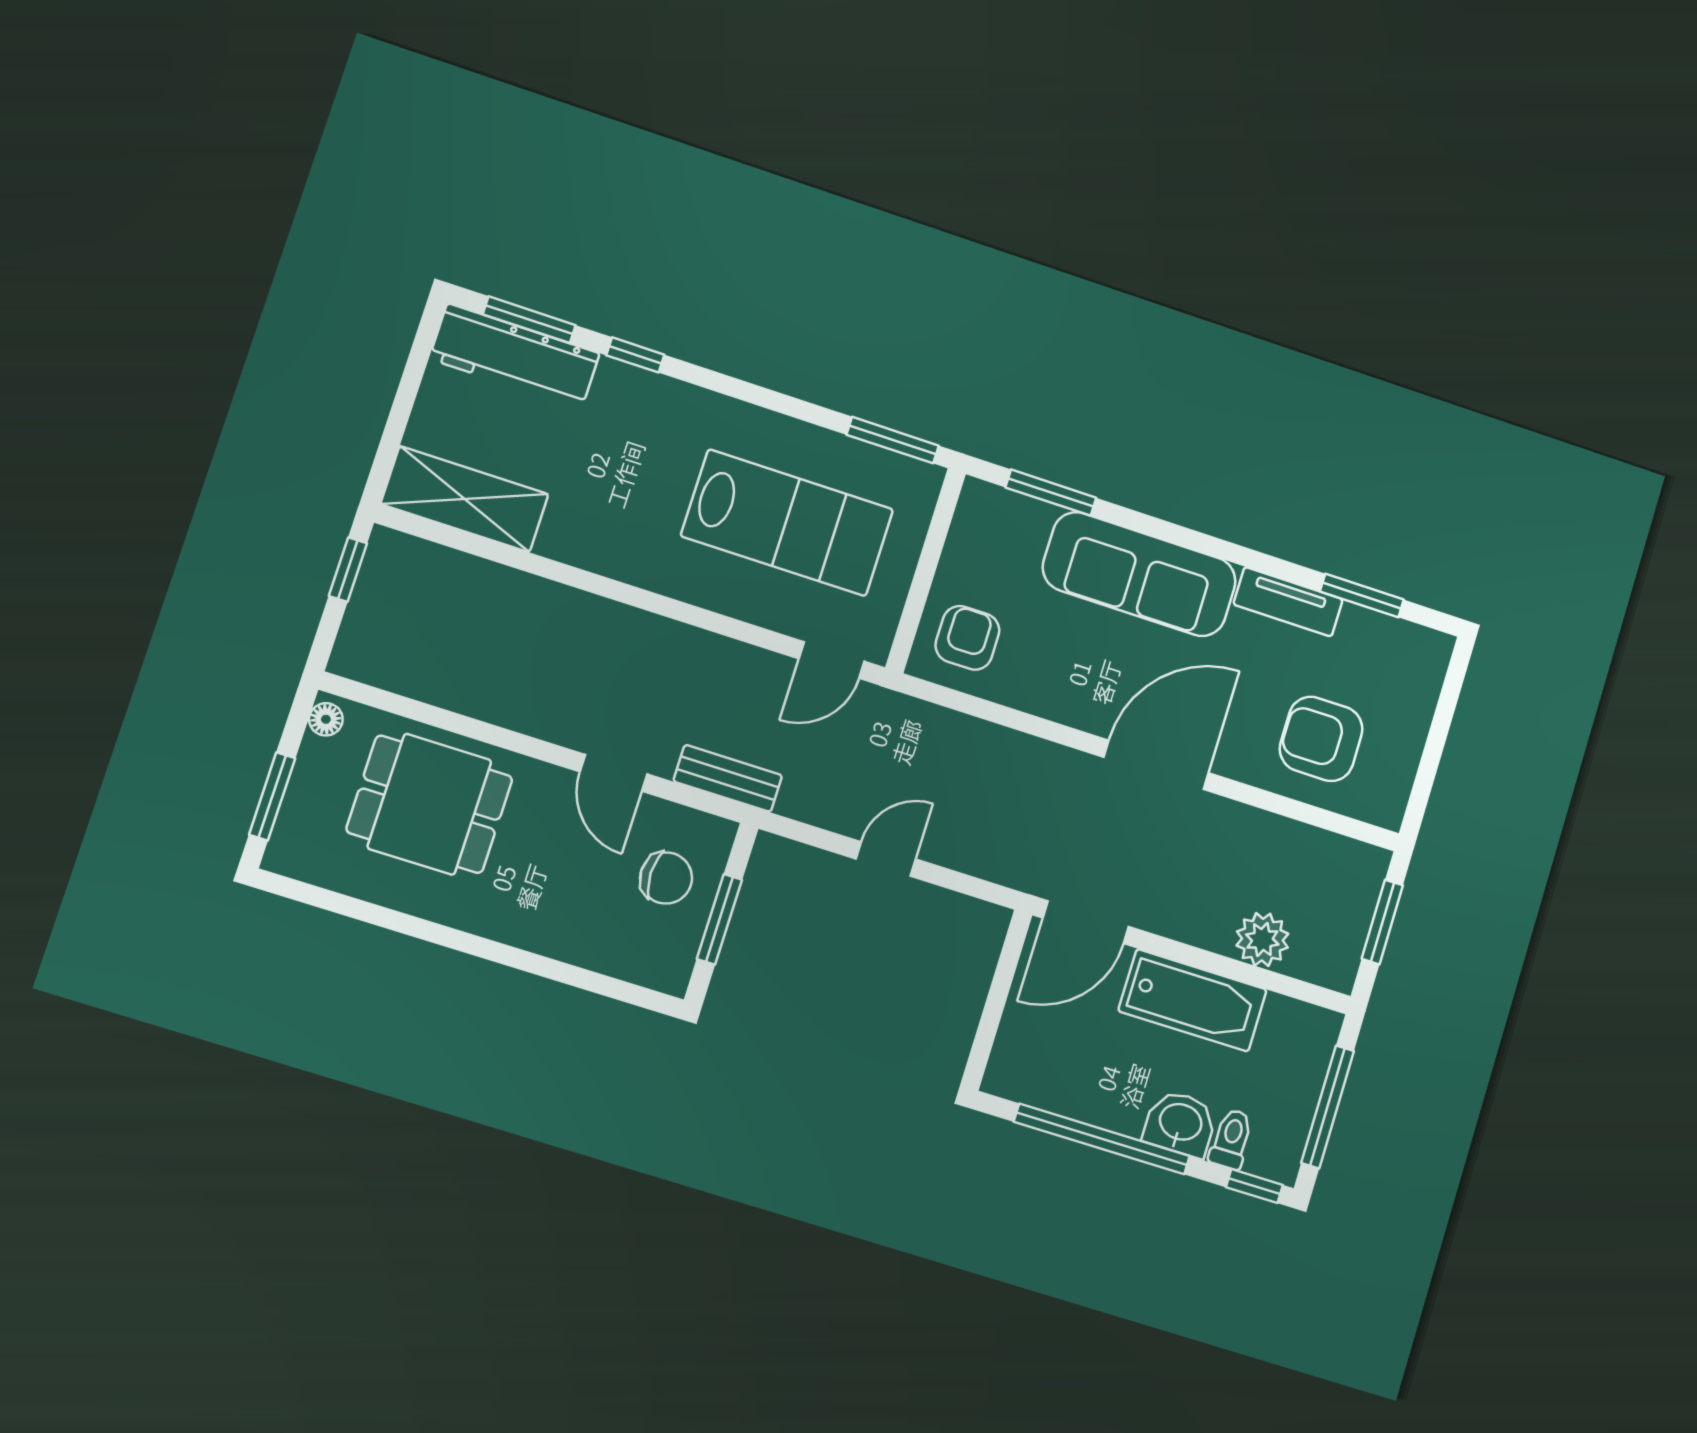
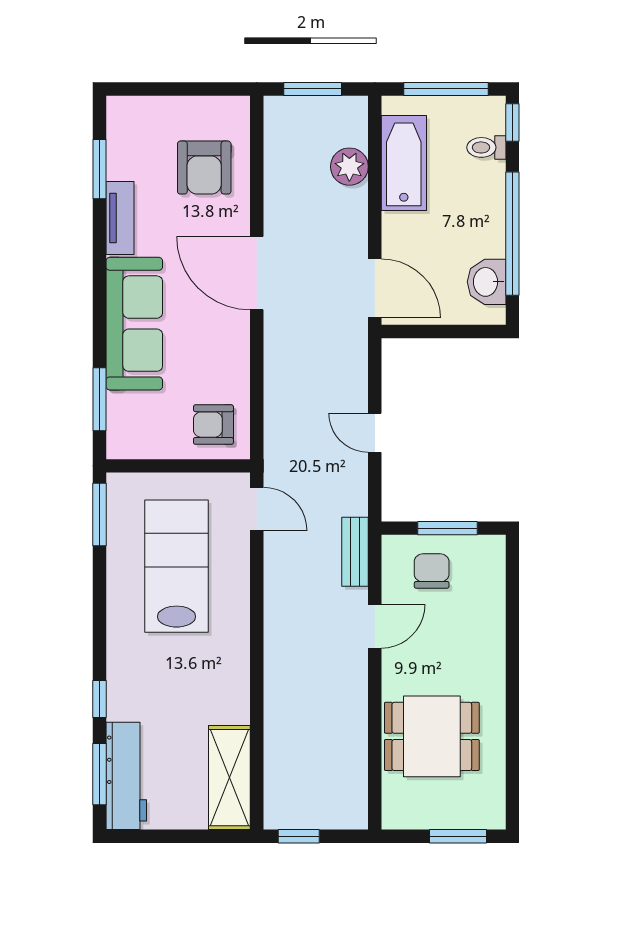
floor lamp: (326, 719) -> (399, 819), removed
dining table: (429, 804) -> (432, 736), turned 90
bathtub: (1193, 1000) -> (404, 163), moved
washbasin: (1180, 1123) -> (487, 282), moved

